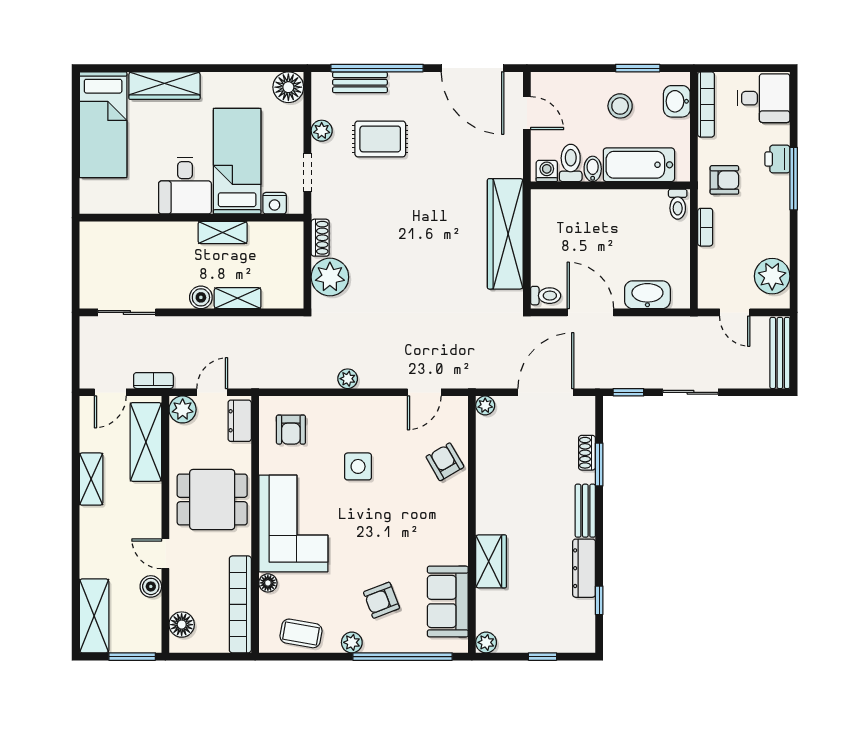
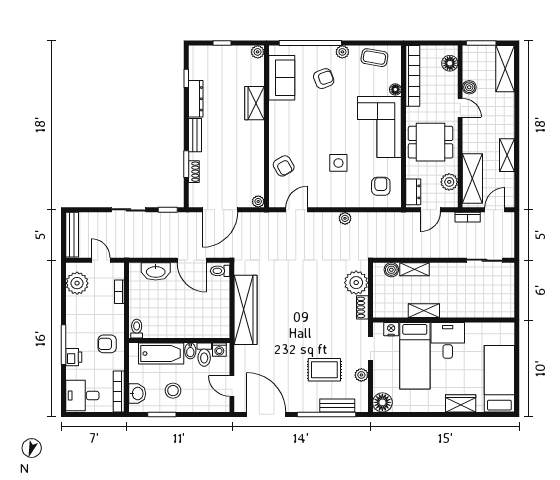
wardrobe: (164, 86) -> (461, 403), width x0.67
bookcase: (705, 227) -> (119, 292), moved
boiler: (201, 297) -> (391, 270), moved
plant: (183, 409) -> (449, 182), moved

